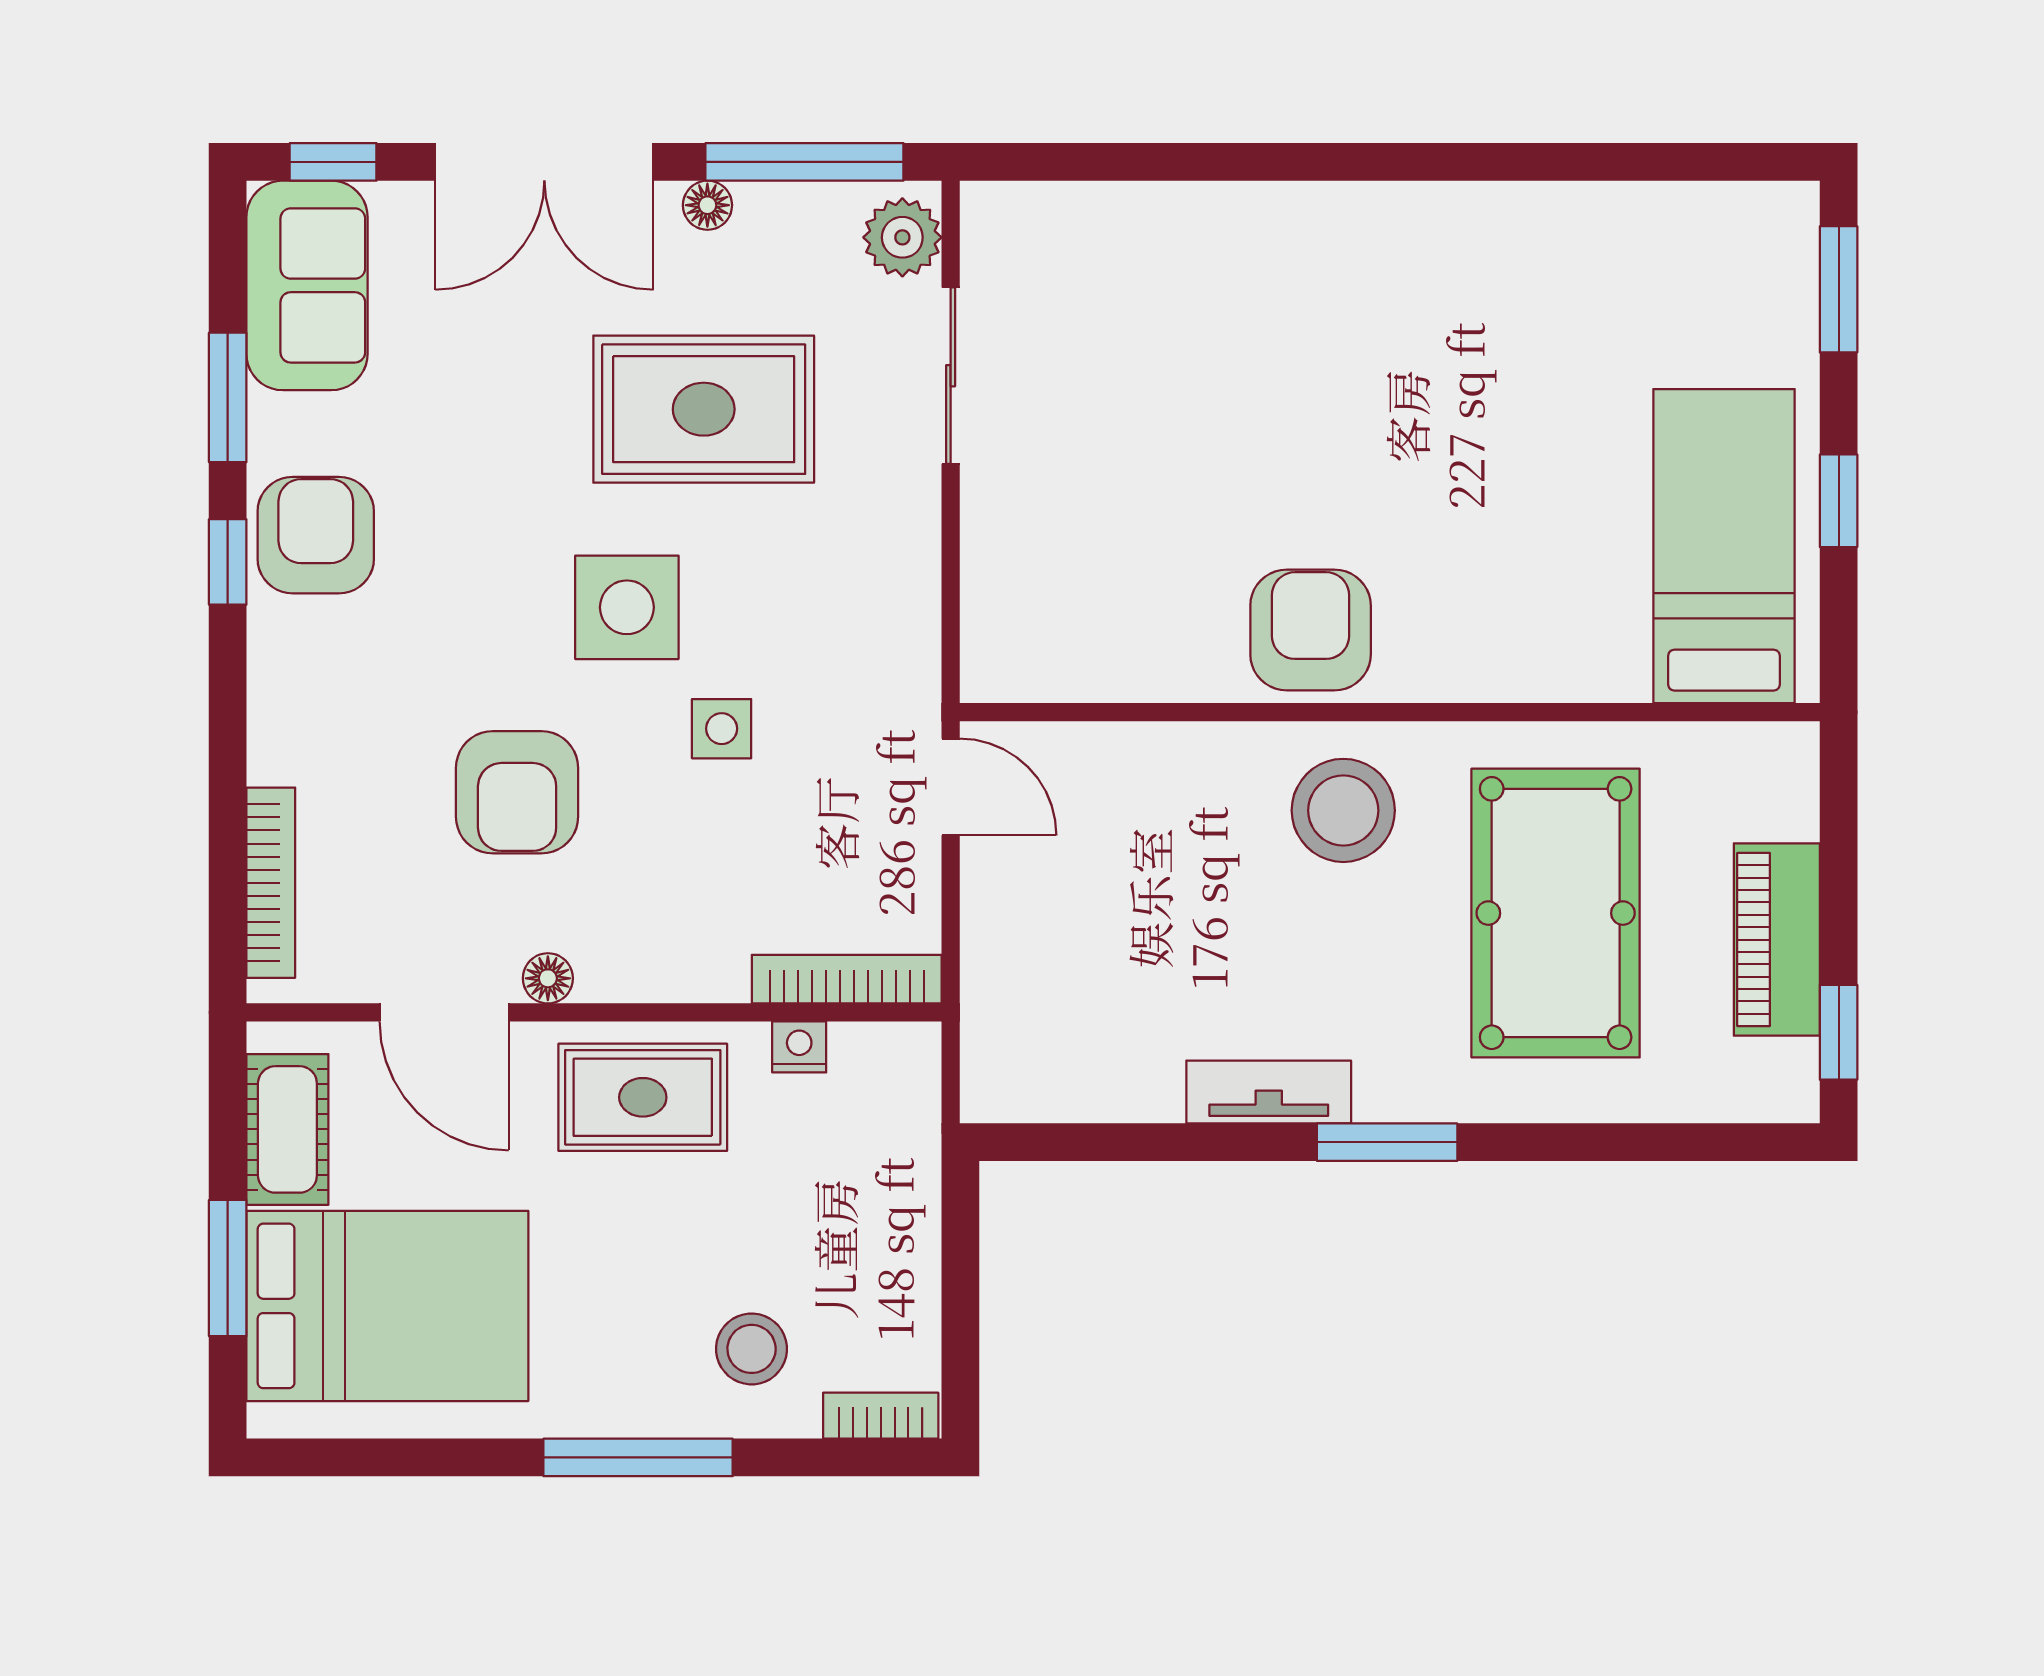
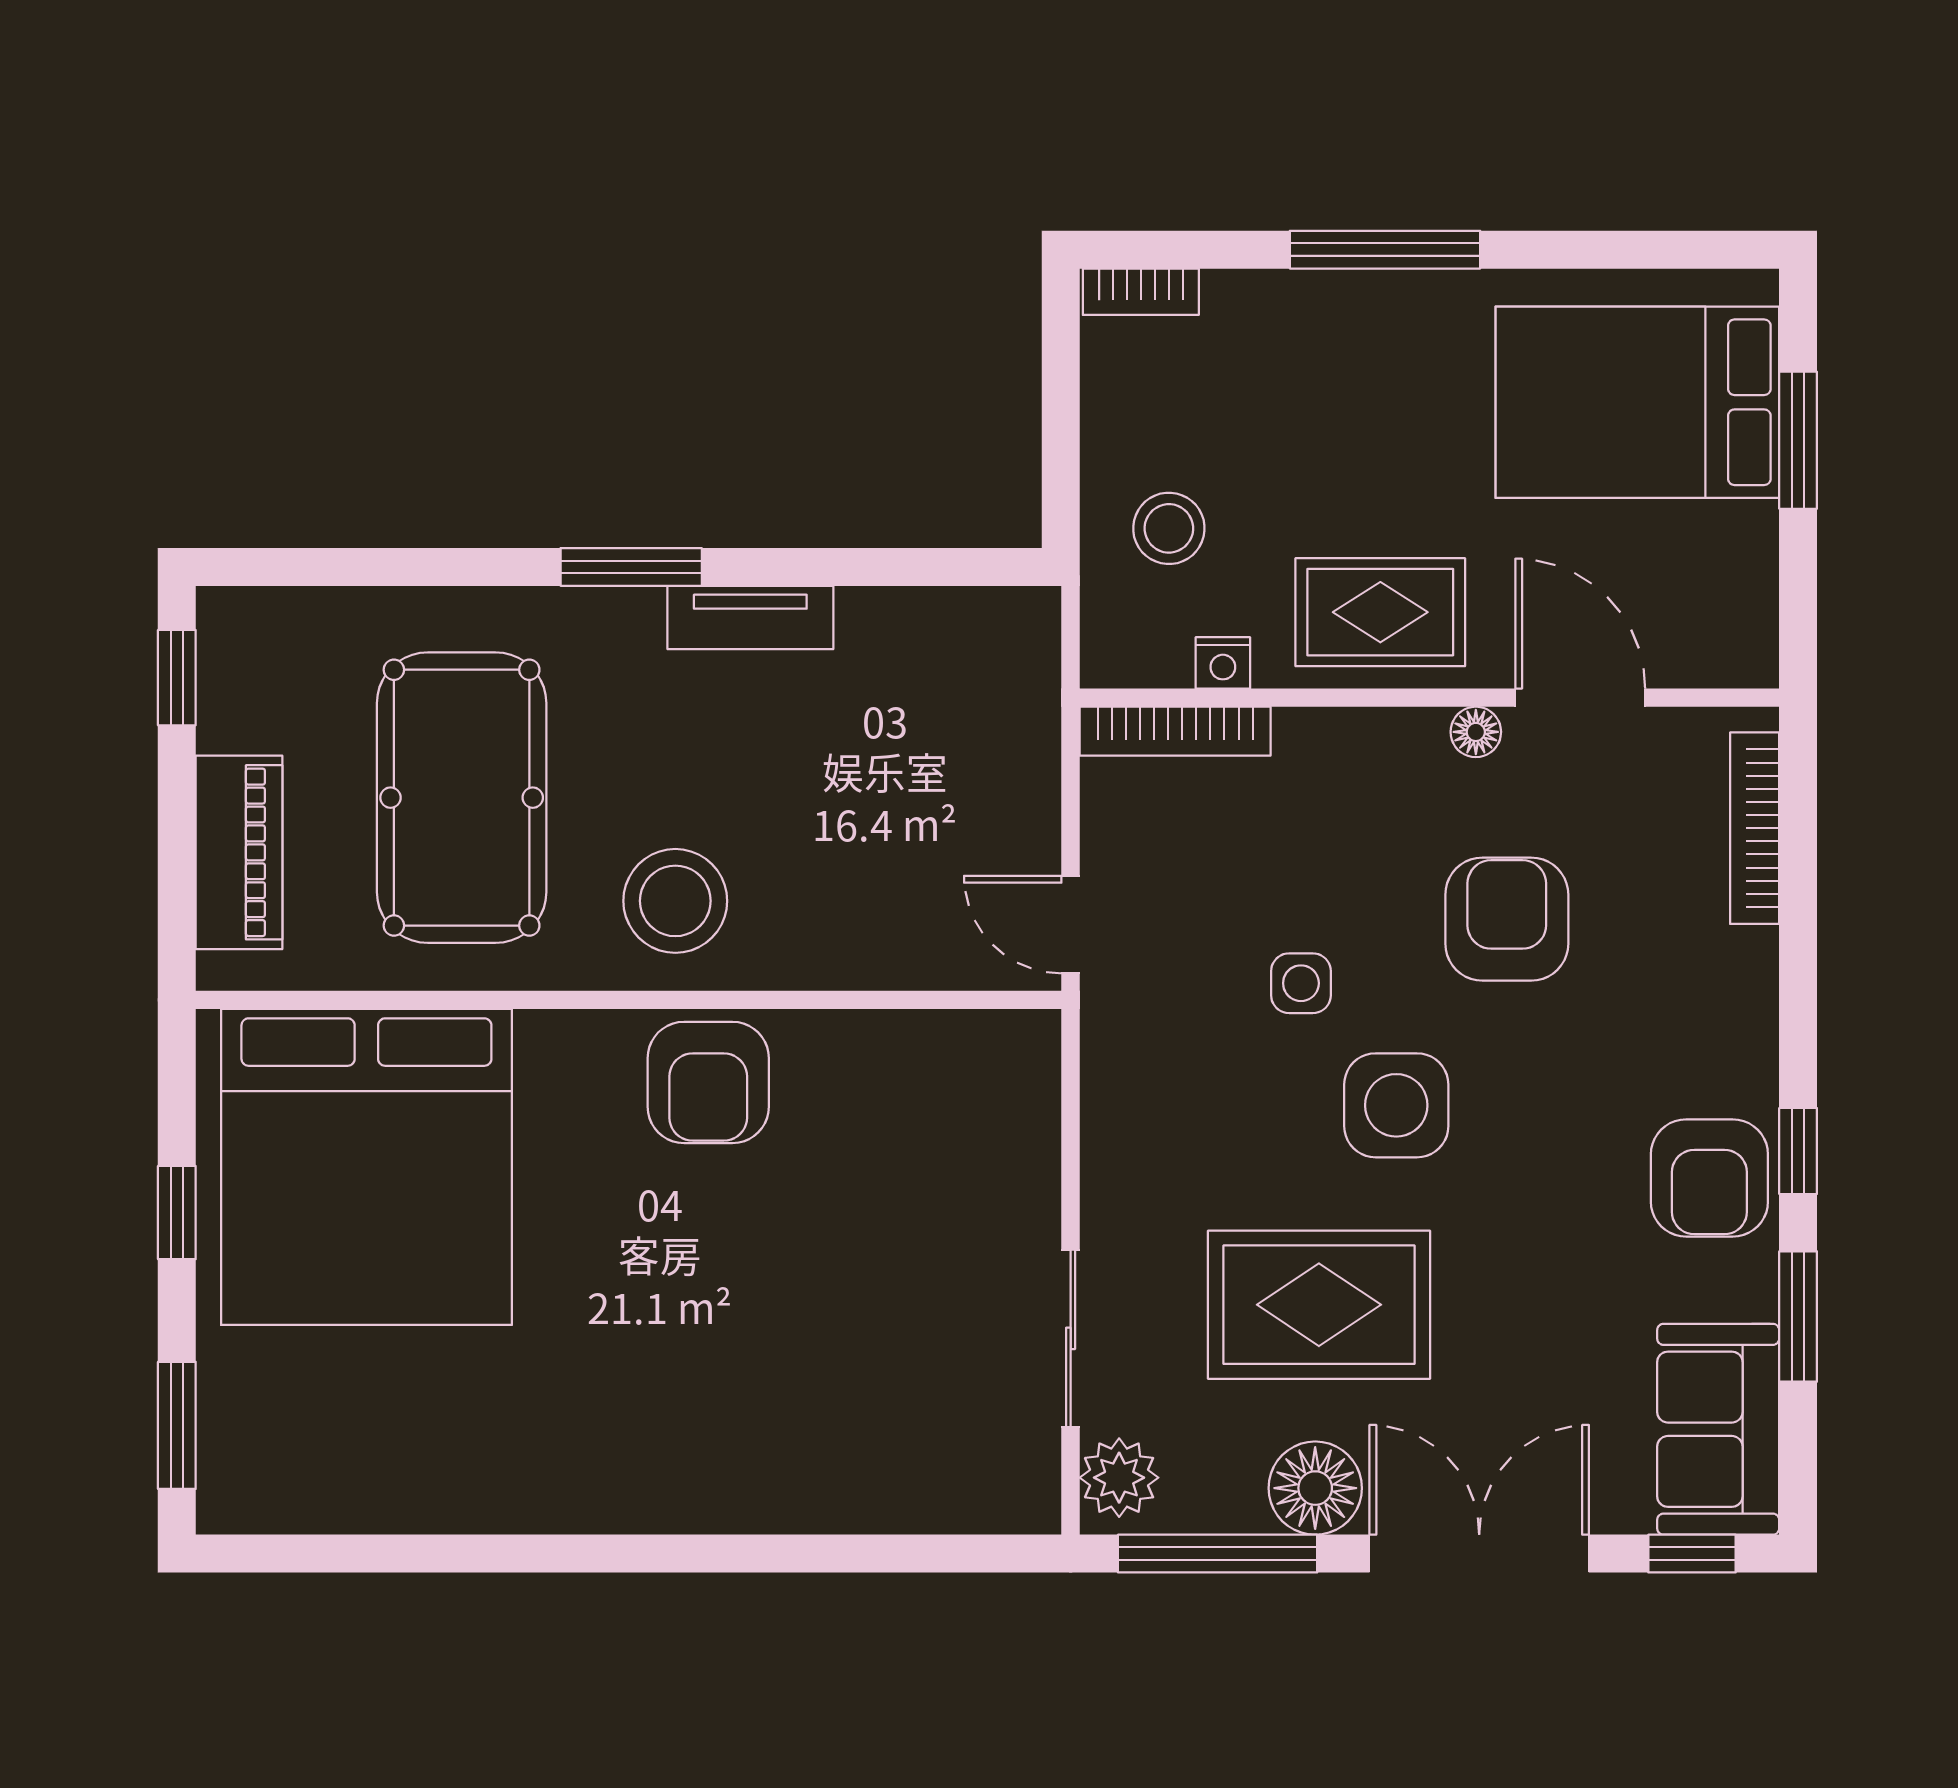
floor lamp: (707, 205) -> (1315, 1488), width x1.89, depth x1.89
bed: (1724, 546) -> (366, 1167), width x2.04
piano: (1777, 940) -> (239, 852), moved
cot: (287, 1129) -> (1738, 580), removed
stool: (752, 1349) -> (1169, 528), moved

